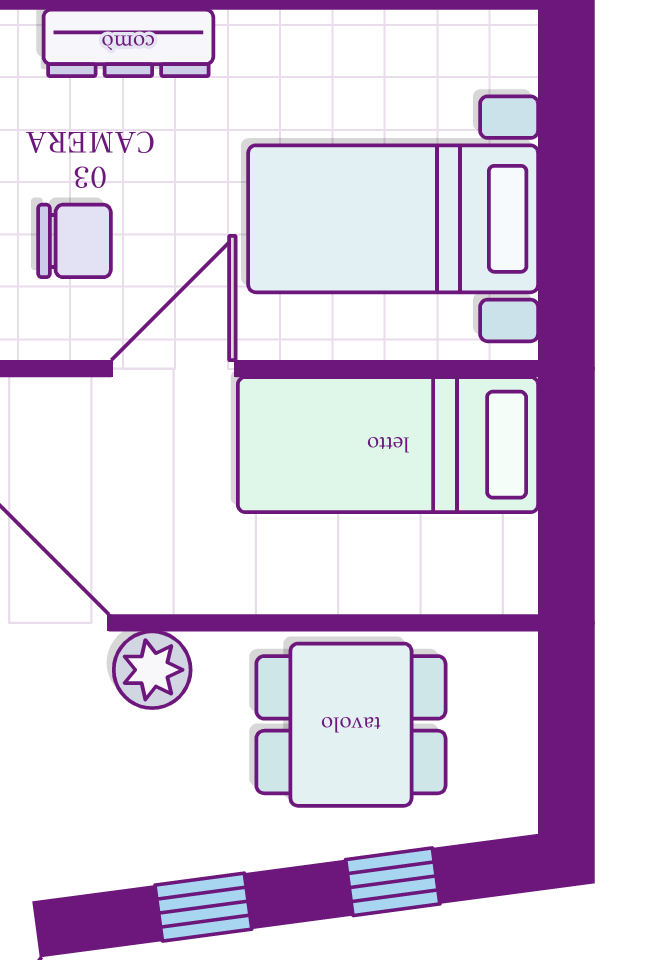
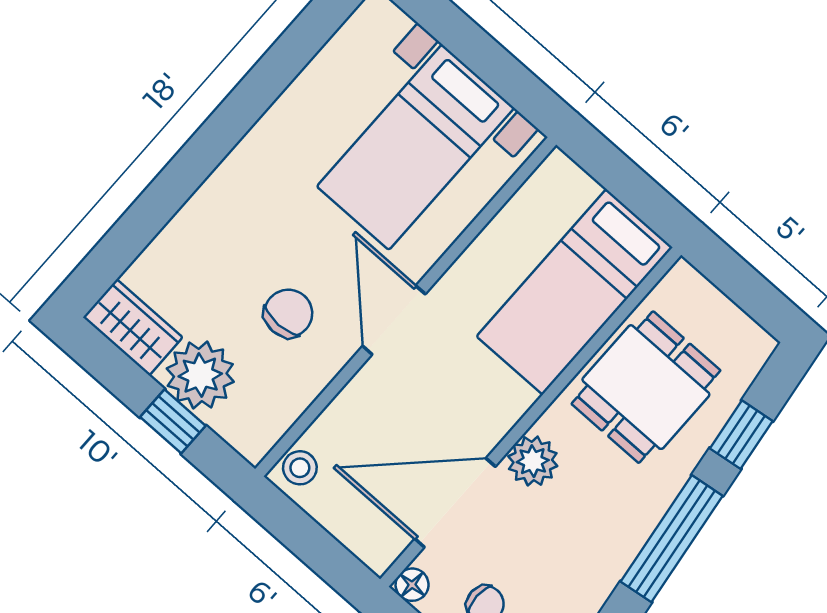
dresser: (128, 43) -> (214, 201), removed
bed: (388, 445) -> (575, 292), moved
window: (203, 907) -> (672, 539), width x2.17

